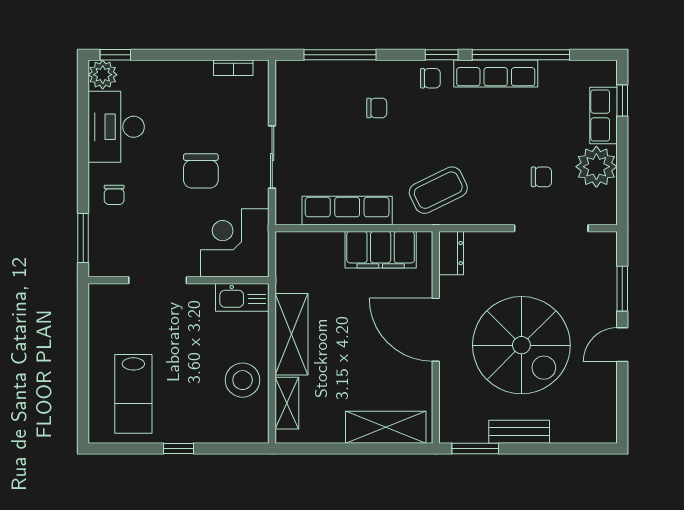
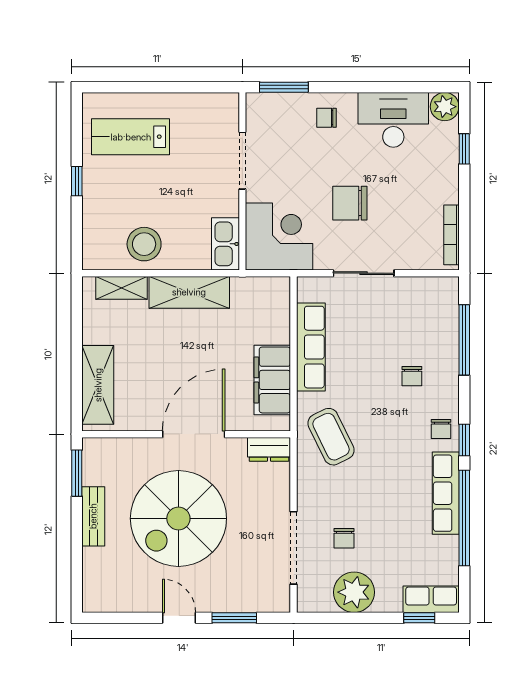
window: (115, 55) -> (464, 149), moved
bookcase: (233, 68) -> (451, 235), width x1.56
row of seats: (603, 116) -> (431, 599), moved

